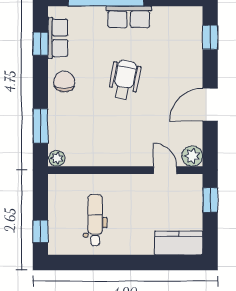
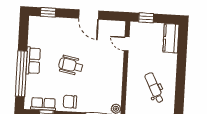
plant: (192, 156) -> (119, 27), removed
door: (165, 170) -> (127, 44), hinge flipped
dental chair: (95, 220) -> (154, 88), turned 63

